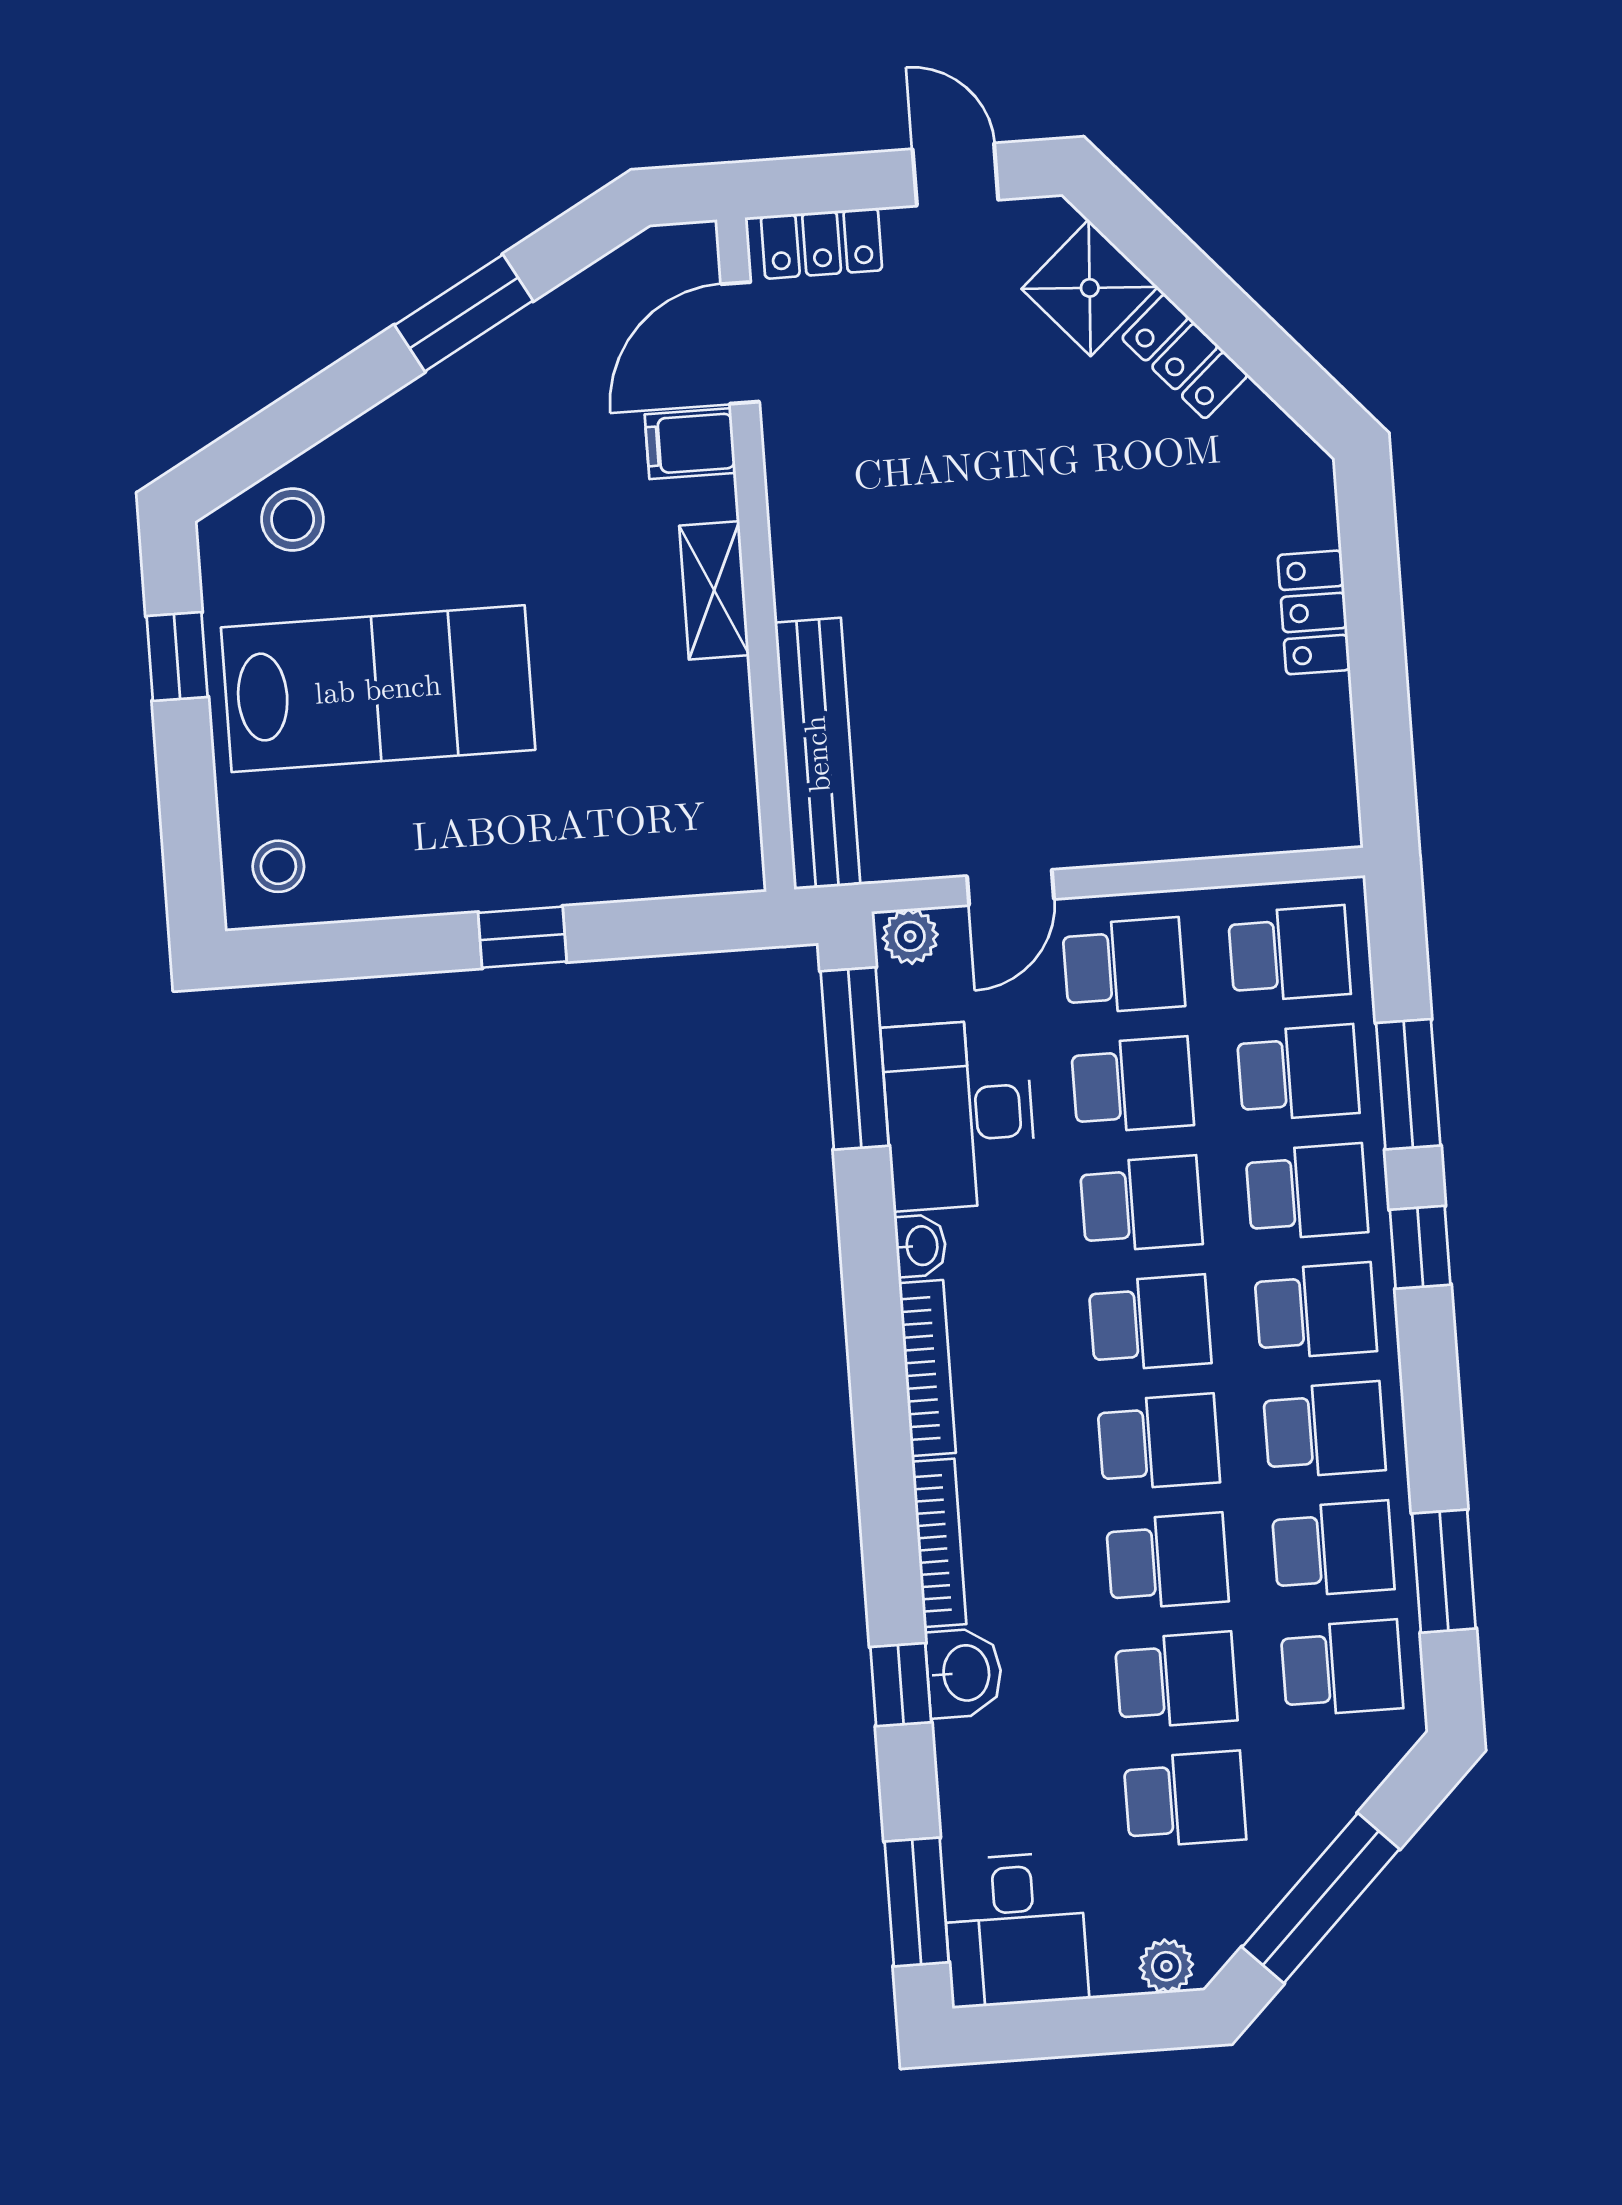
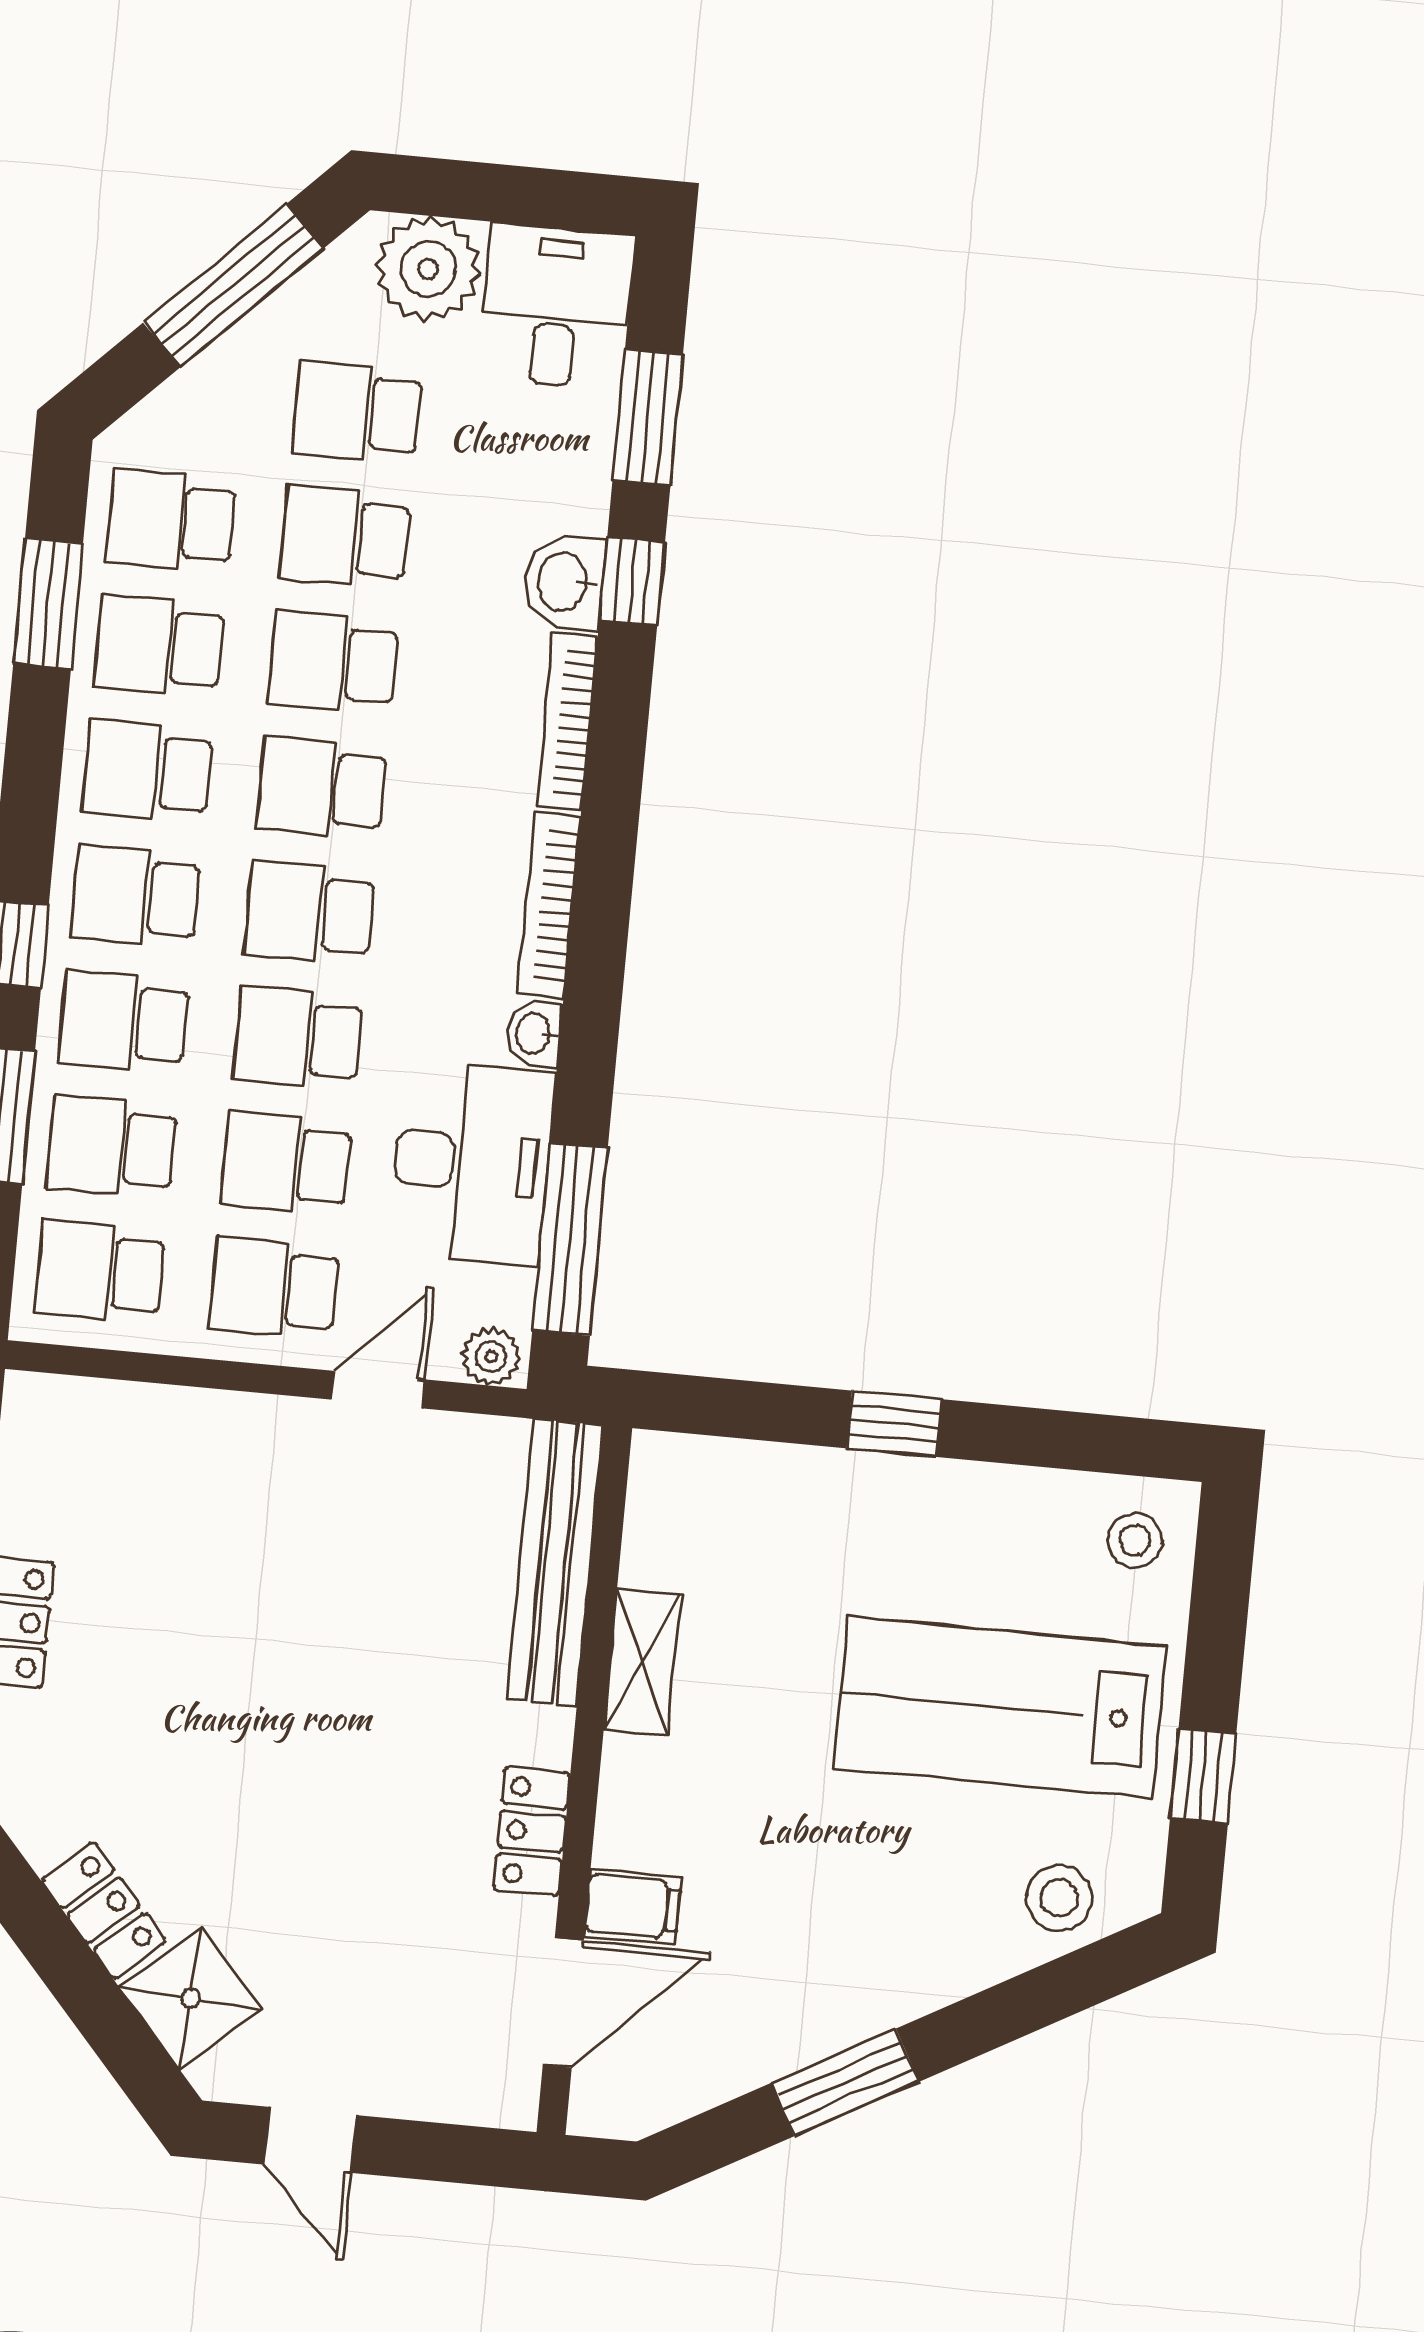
locker: (822, 243) -> (532, 1831), moved, turned -90
shelving: (714, 590) -> (642, 1662), moved
window: (917, 1902) -> (648, 417), moved
plant: (1166, 1966) -> (428, 269), width x1.88, depth x1.88

